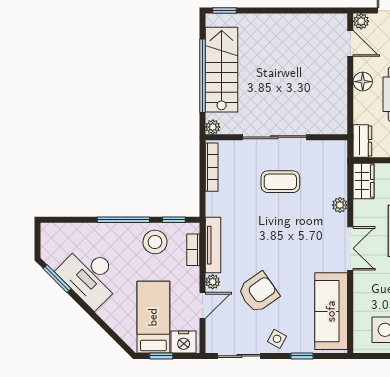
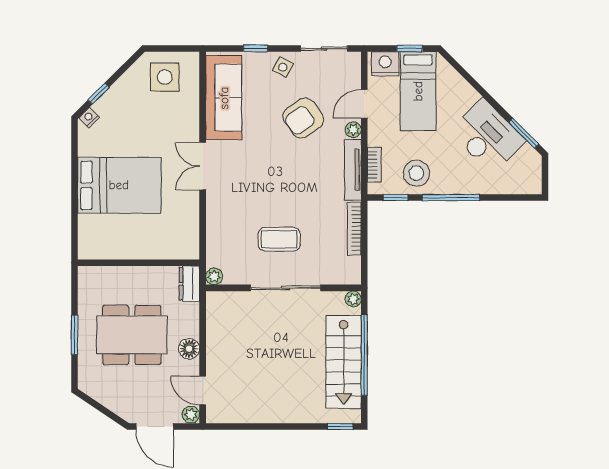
bookcase: (212, 167) -> (354, 229), moved
wardrobe: (364, 181) -> (188, 240), removed
plant: (340, 205) -> (214, 276), moved

